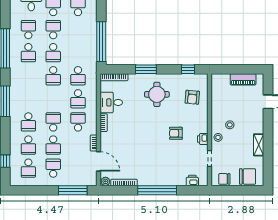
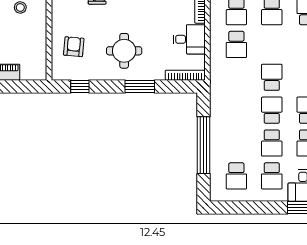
window: (101, 42) -> (203, 145), moved
school desk: (78, 76) -> (236, 77), removed
school desk: (78, 99) -> (236, 44), turned 180

